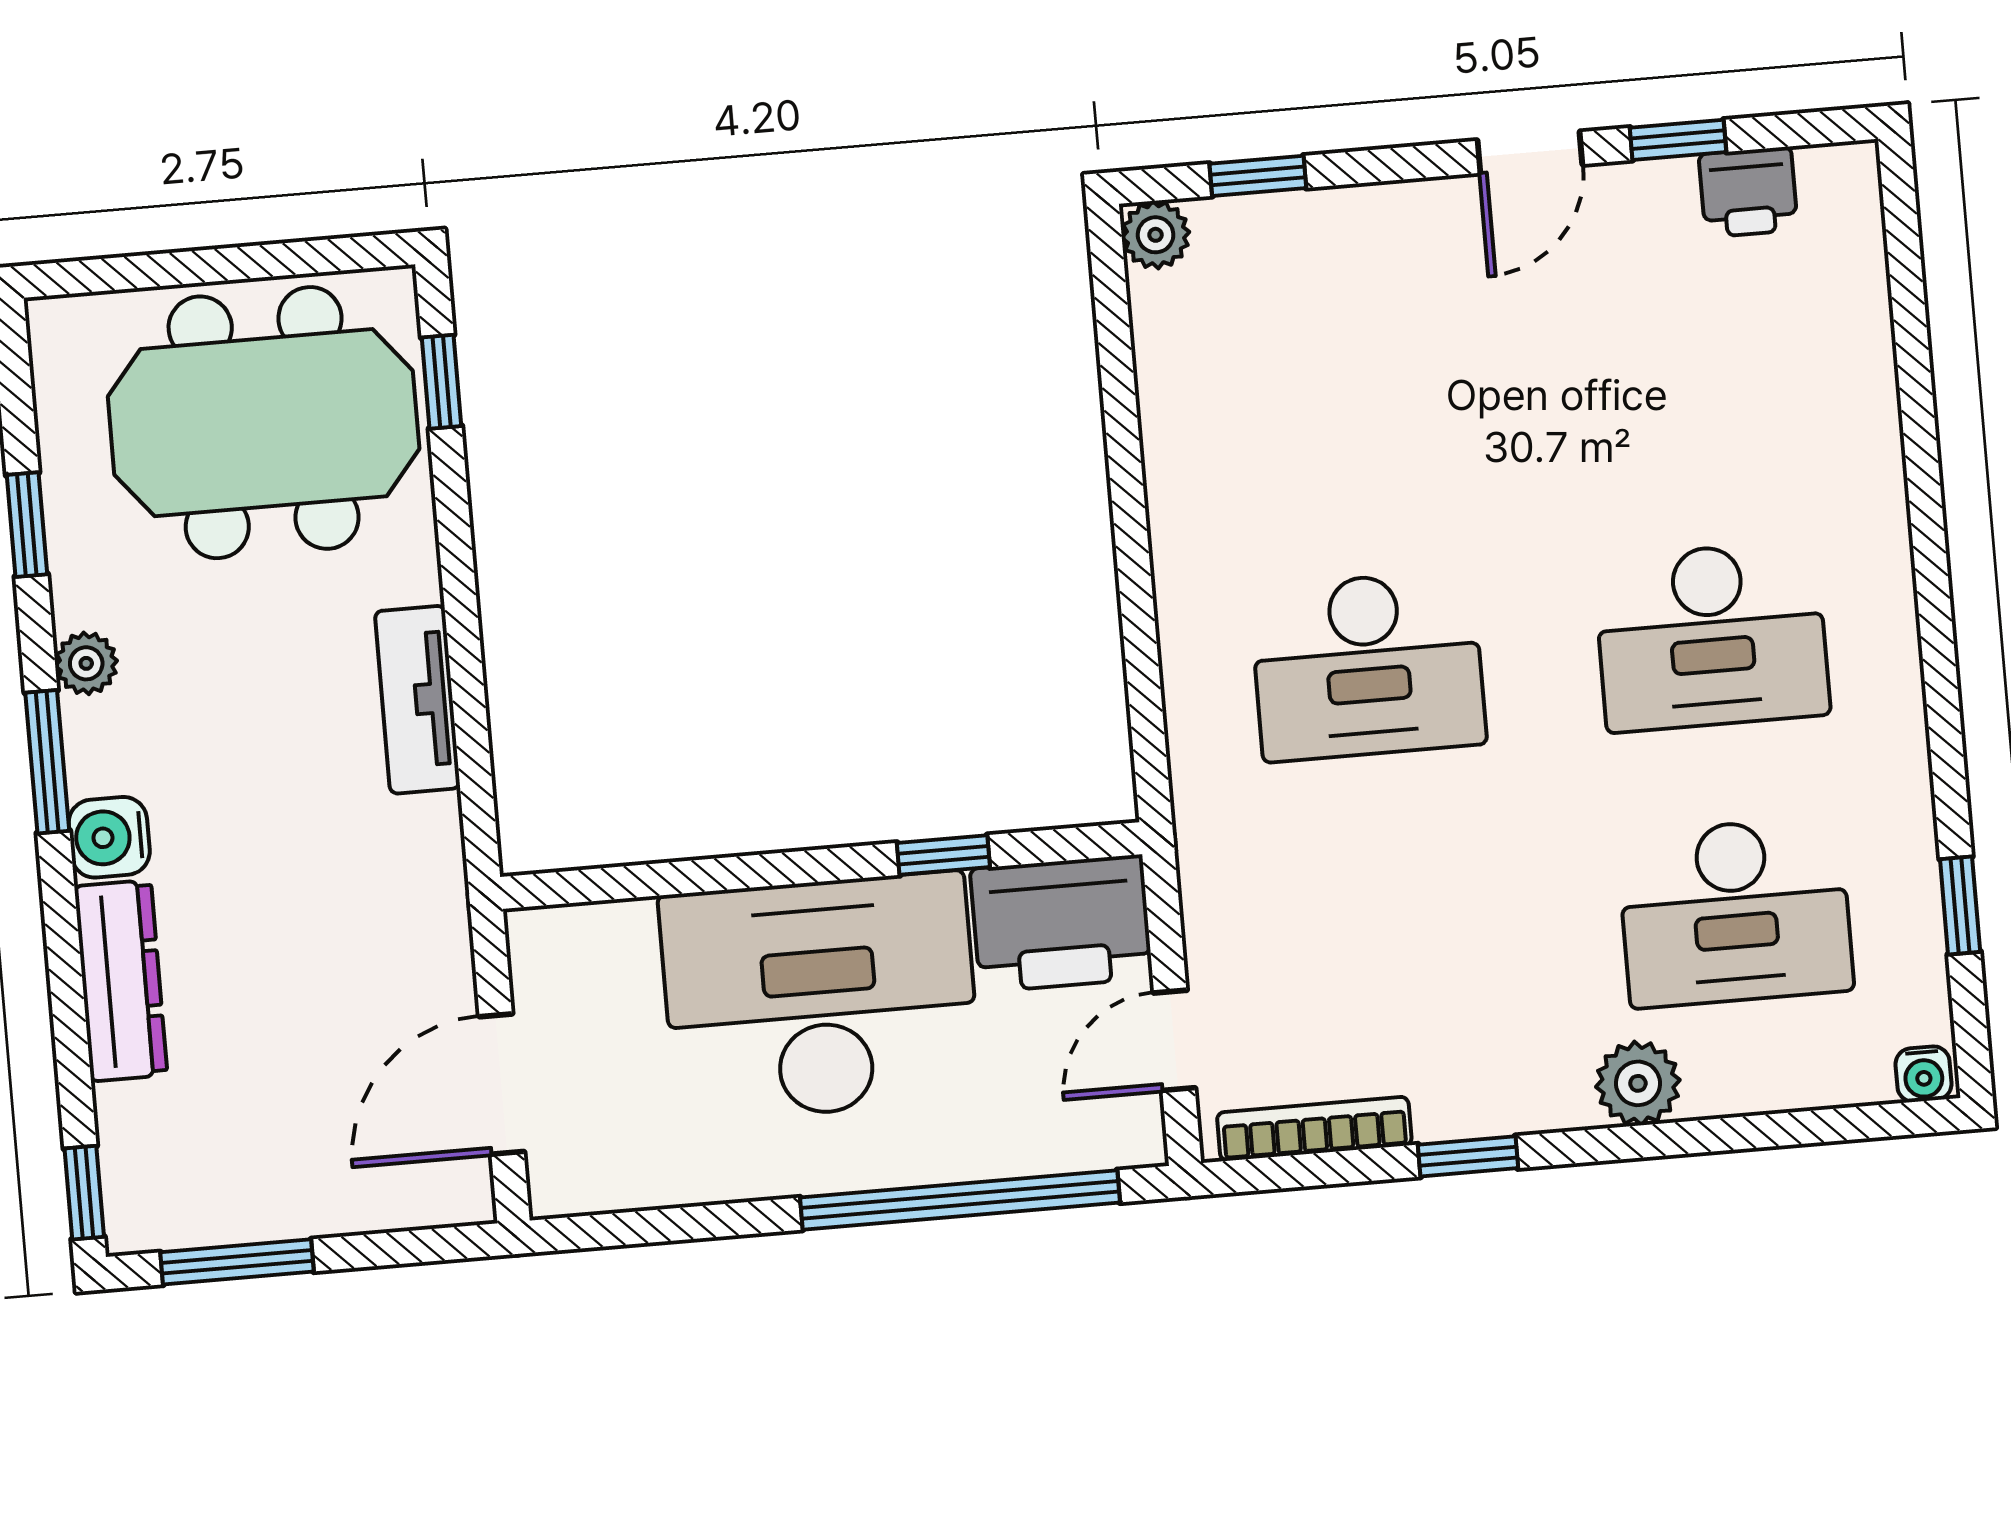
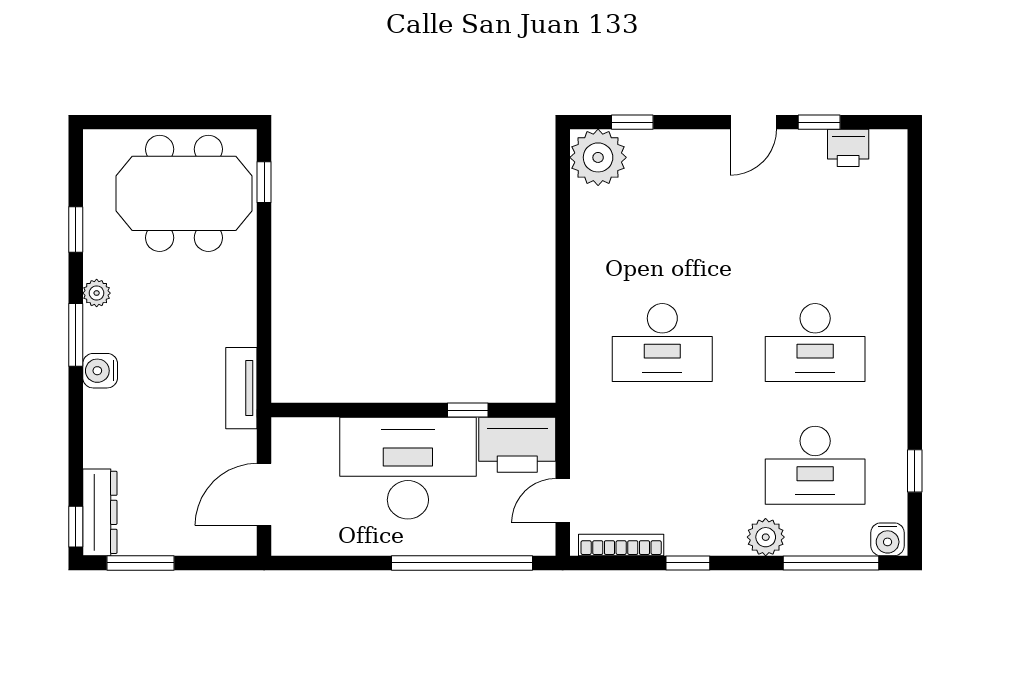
plant: (1156, 235) -> (598, 157), width x1.88, depth x1.88
tv unit: (417, 700) -> (241, 388), moved
dresser: (121, 981) -> (100, 512), moved
water cooler: (1923, 1074) -> (888, 539), width x1.38, depth x1.38
window: (1790, 1129) -> (831, 563), added

